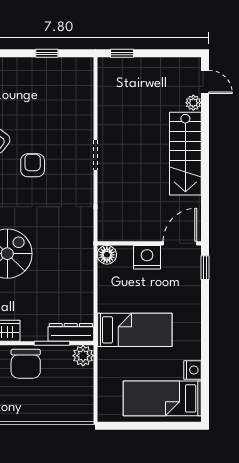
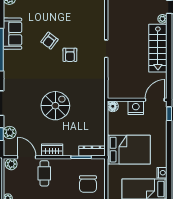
armchair: (33, 165) -> (70, 55), turned 180
bed: (135, 330) -> (129, 150), width x1.50
plant: (83, 356) -> (99, 164), removed
chair: (26, 364) -> (88, 184), moved

